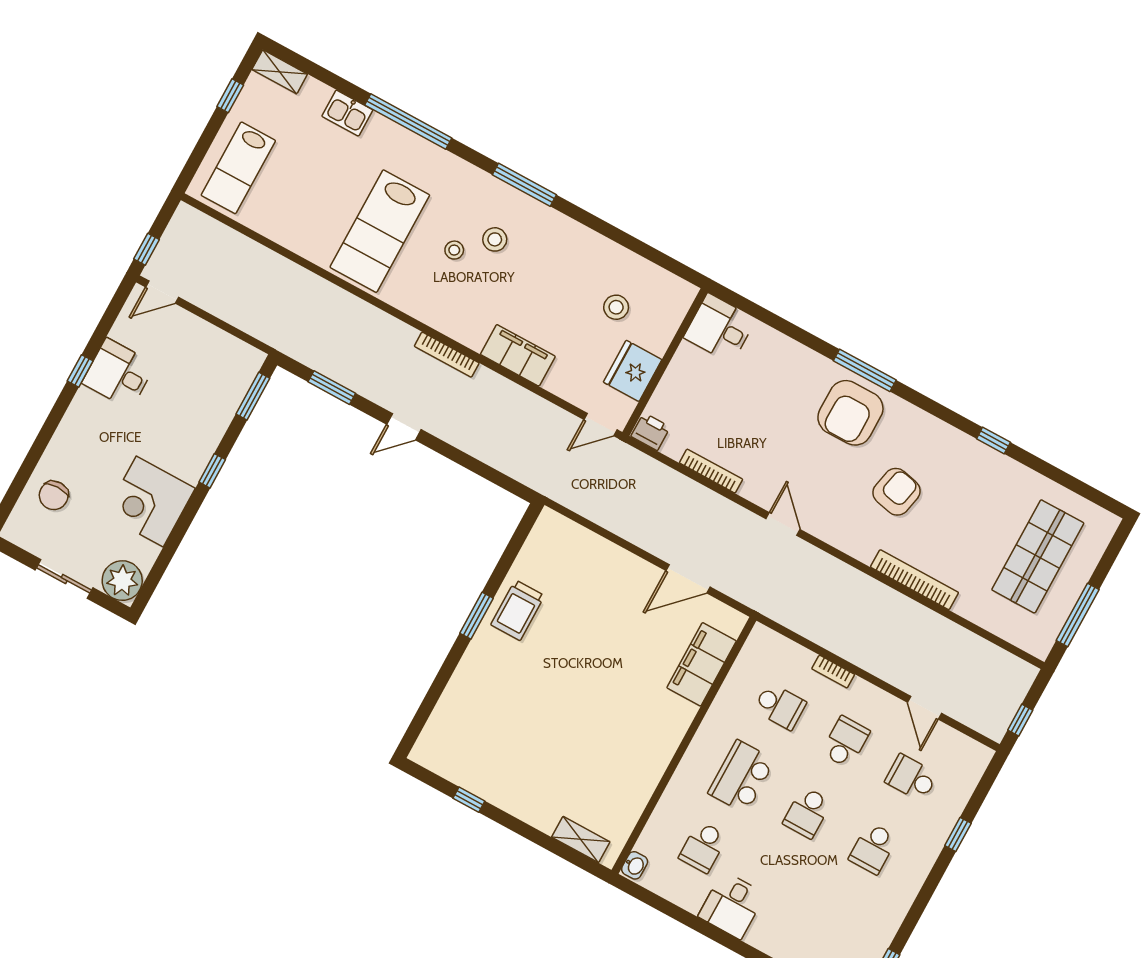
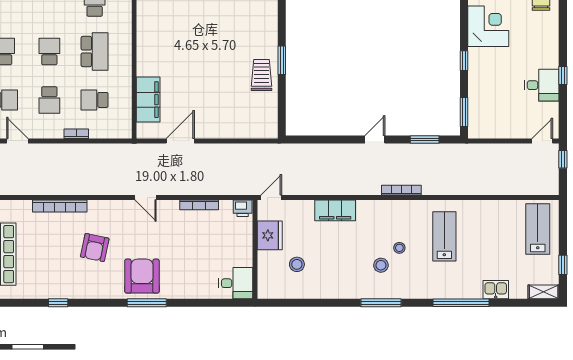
lab bench: (380, 231) -> (444, 236), width x0.73, depth x0.72
bookcase: (447, 355) -> (401, 190), moved

